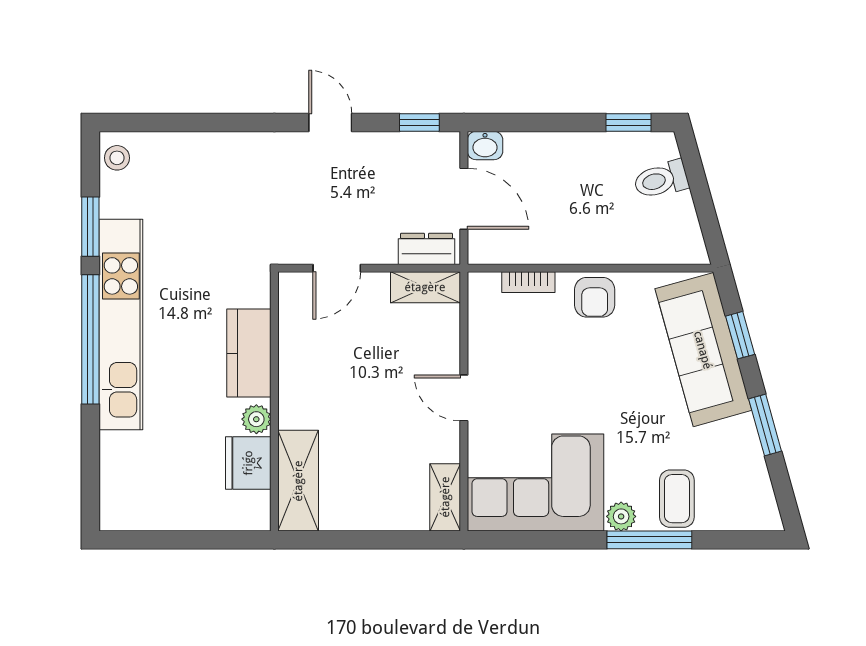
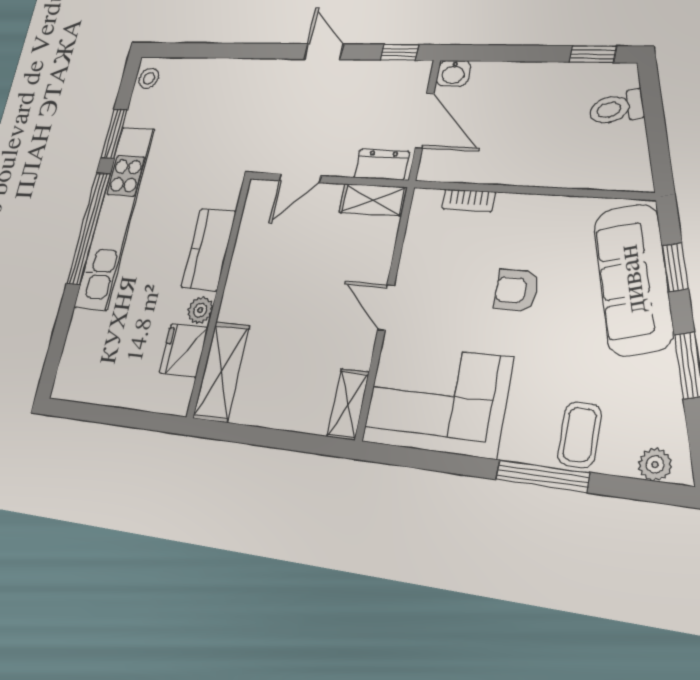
armchair: (595, 297) -> (516, 290), moved, turned 90
plant: (621, 516) -> (655, 465), moved

